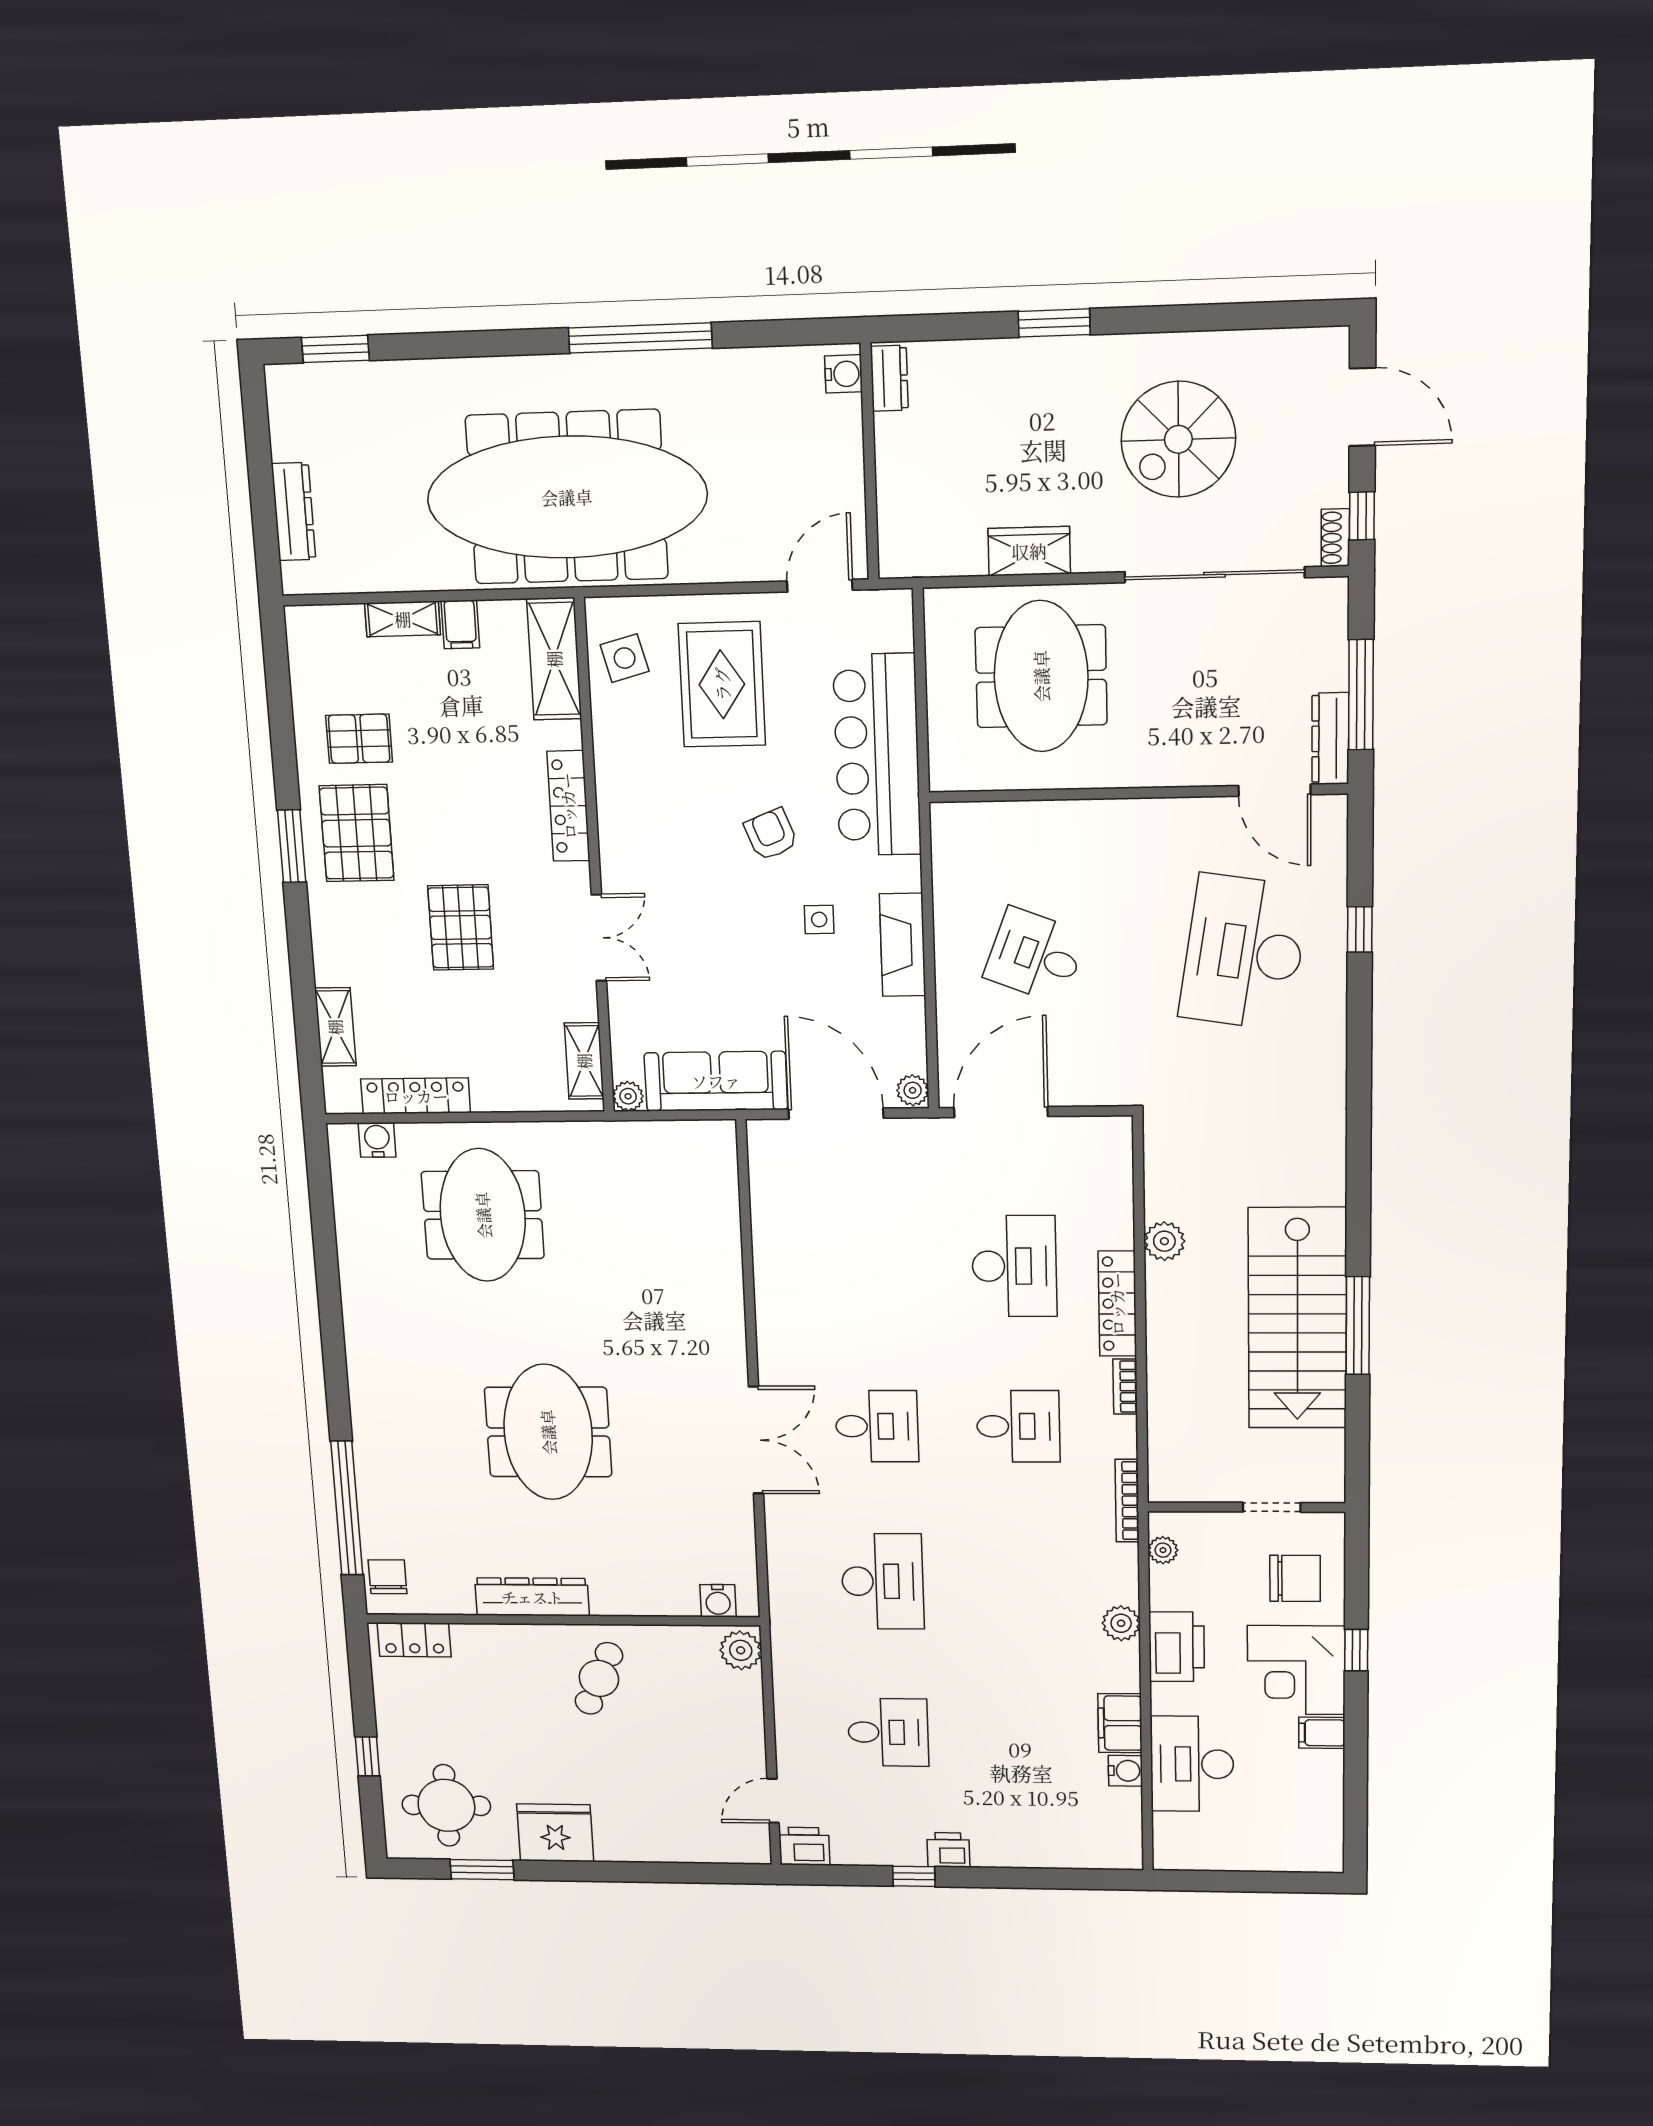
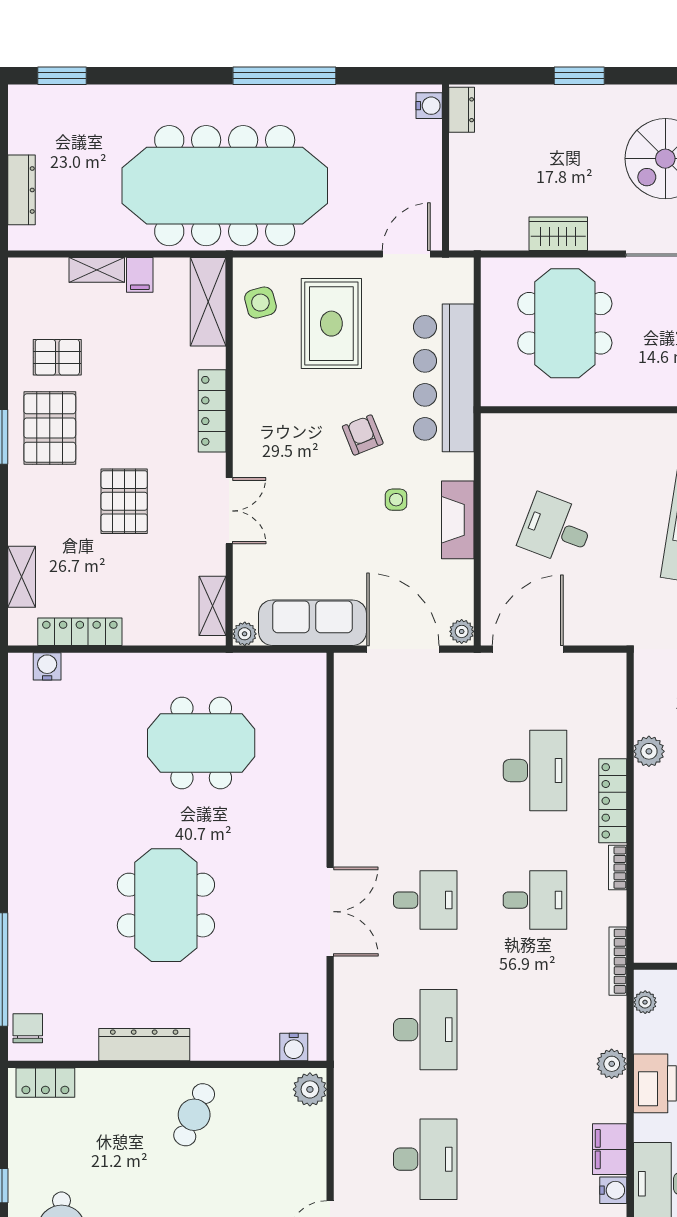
meeting table: (483, 1215) -> (201, 743), moved, turned 90
desk: (888, 1732) -> (425, 1159), width x1.37

